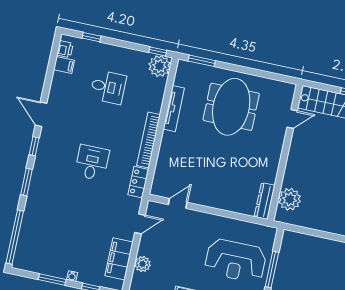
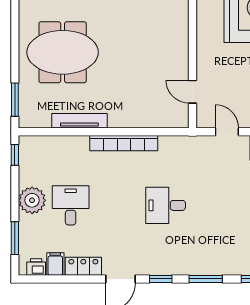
window: (91, 37) -> (15, 238), width x1.50
plant: (160, 66) -> (32, 200), moved
locker: (138, 182) -> (83, 266), moved, turned 180

